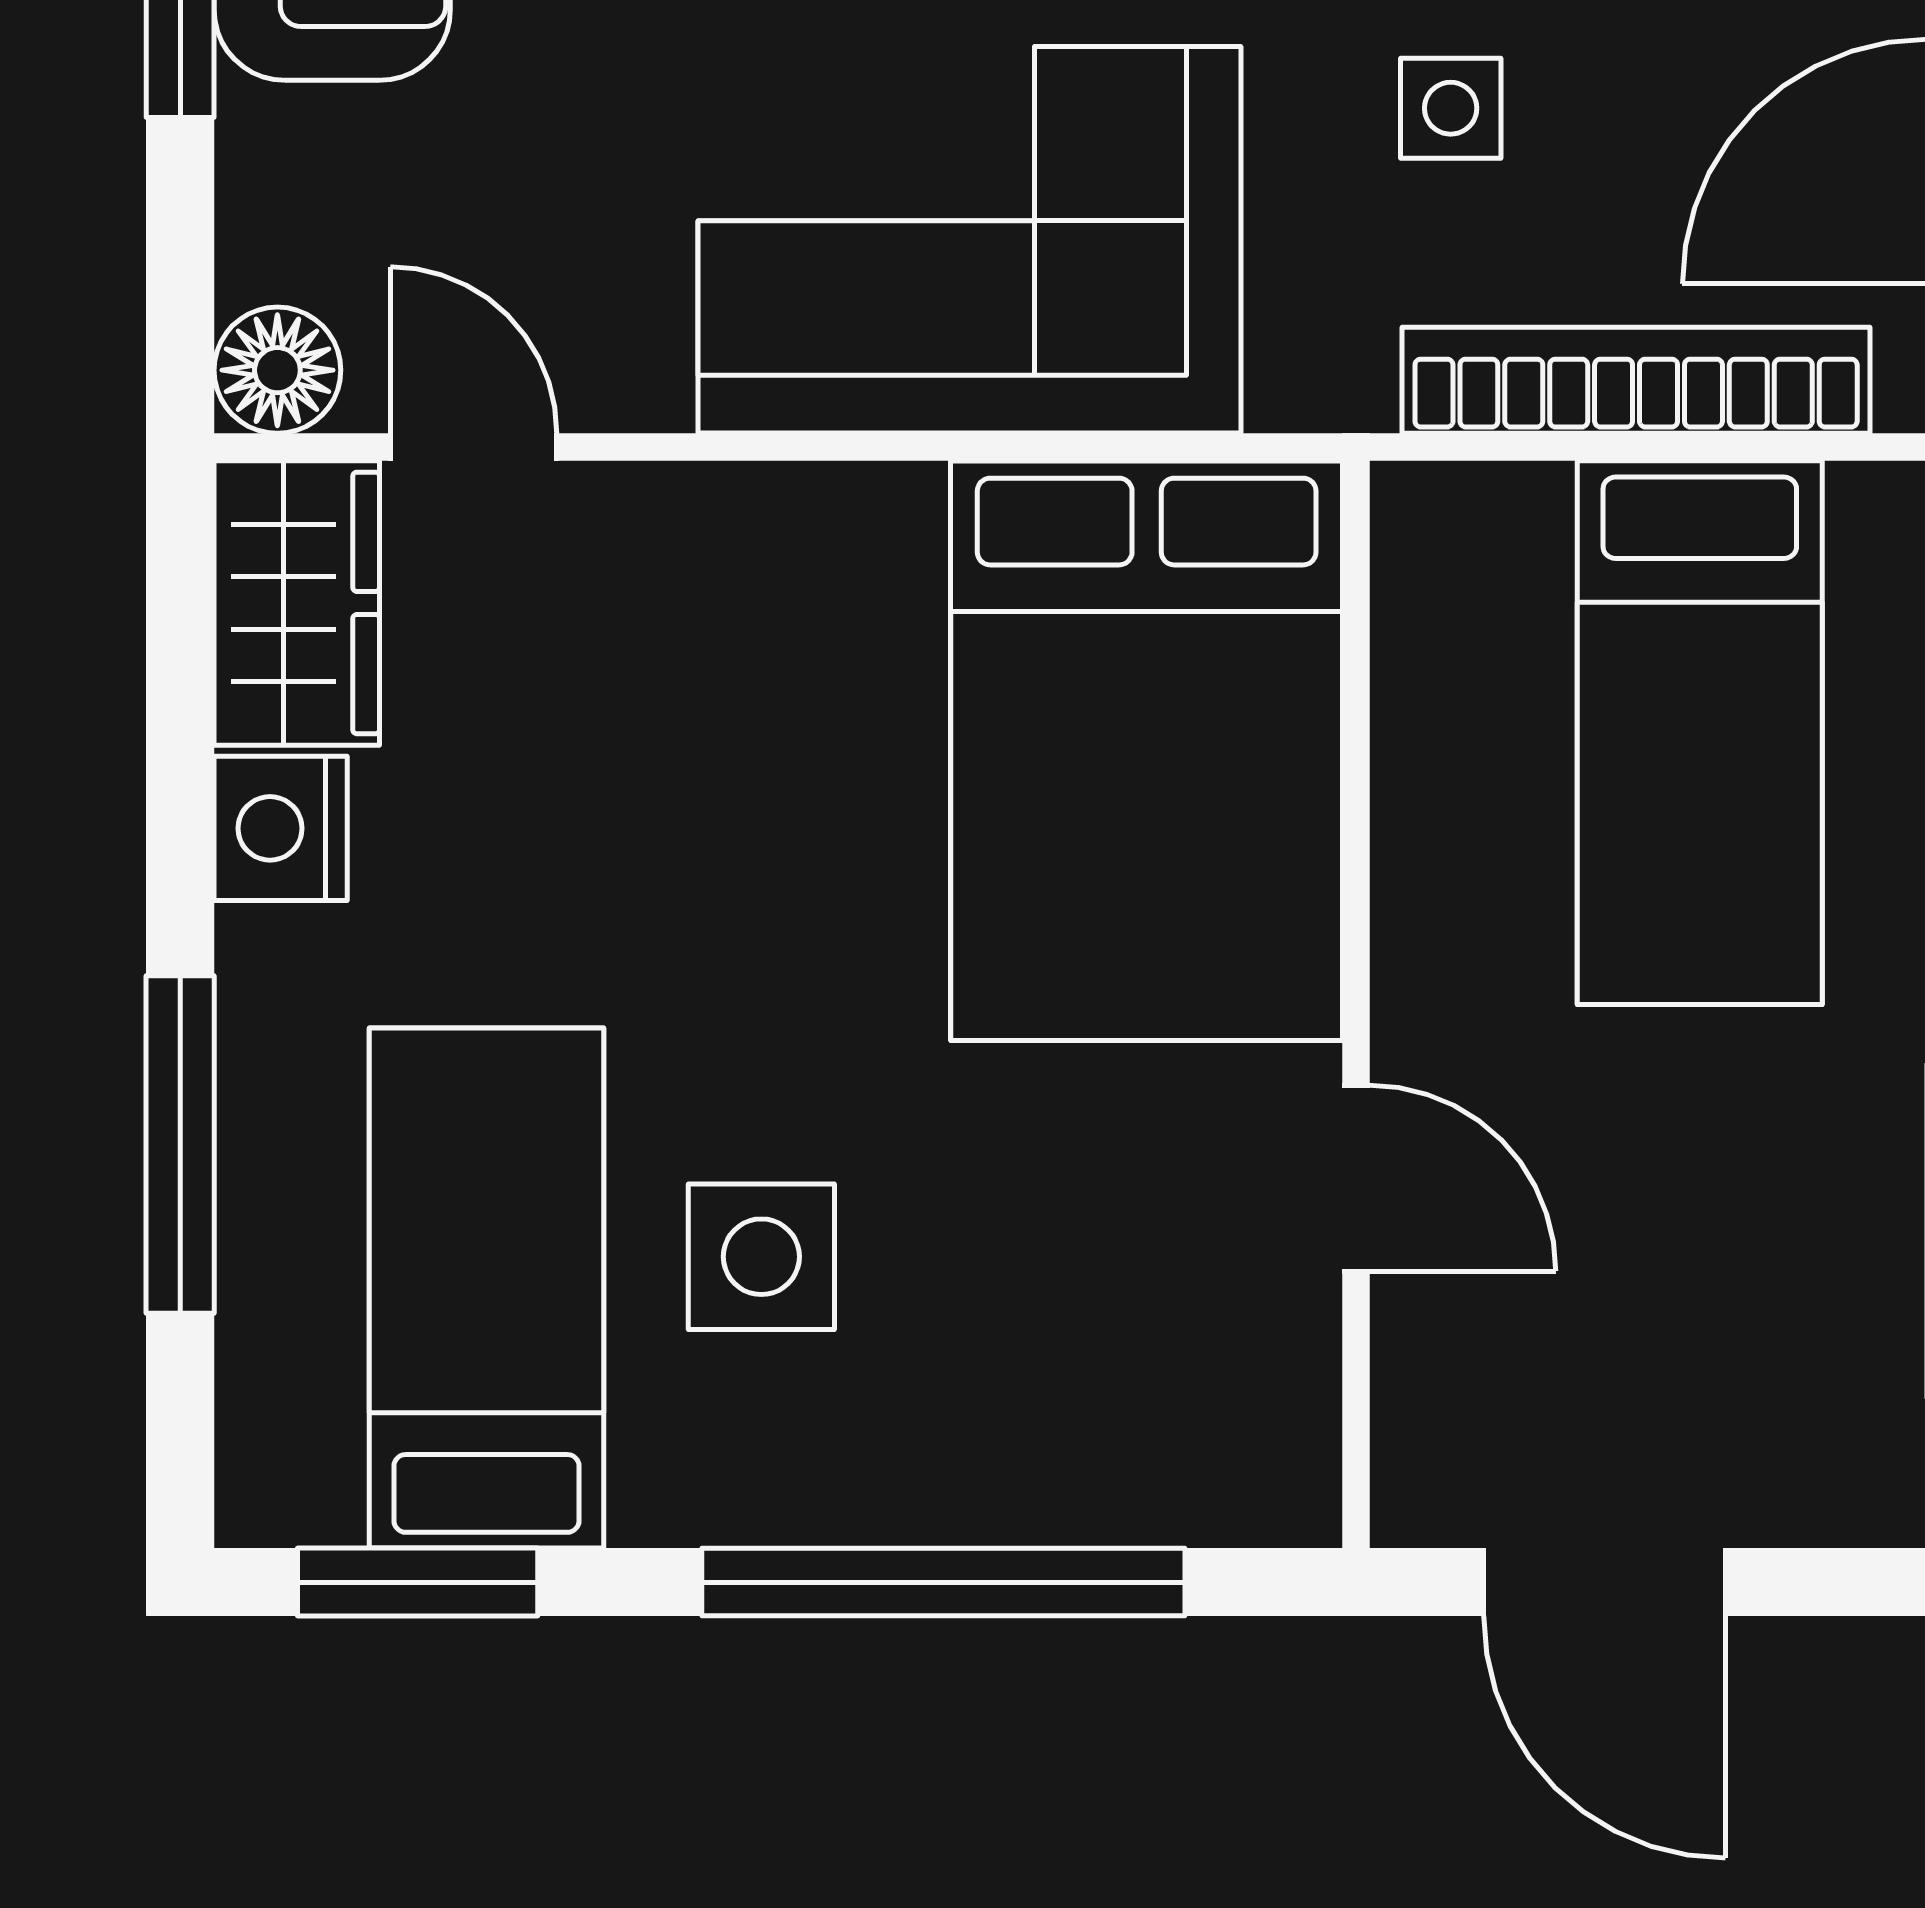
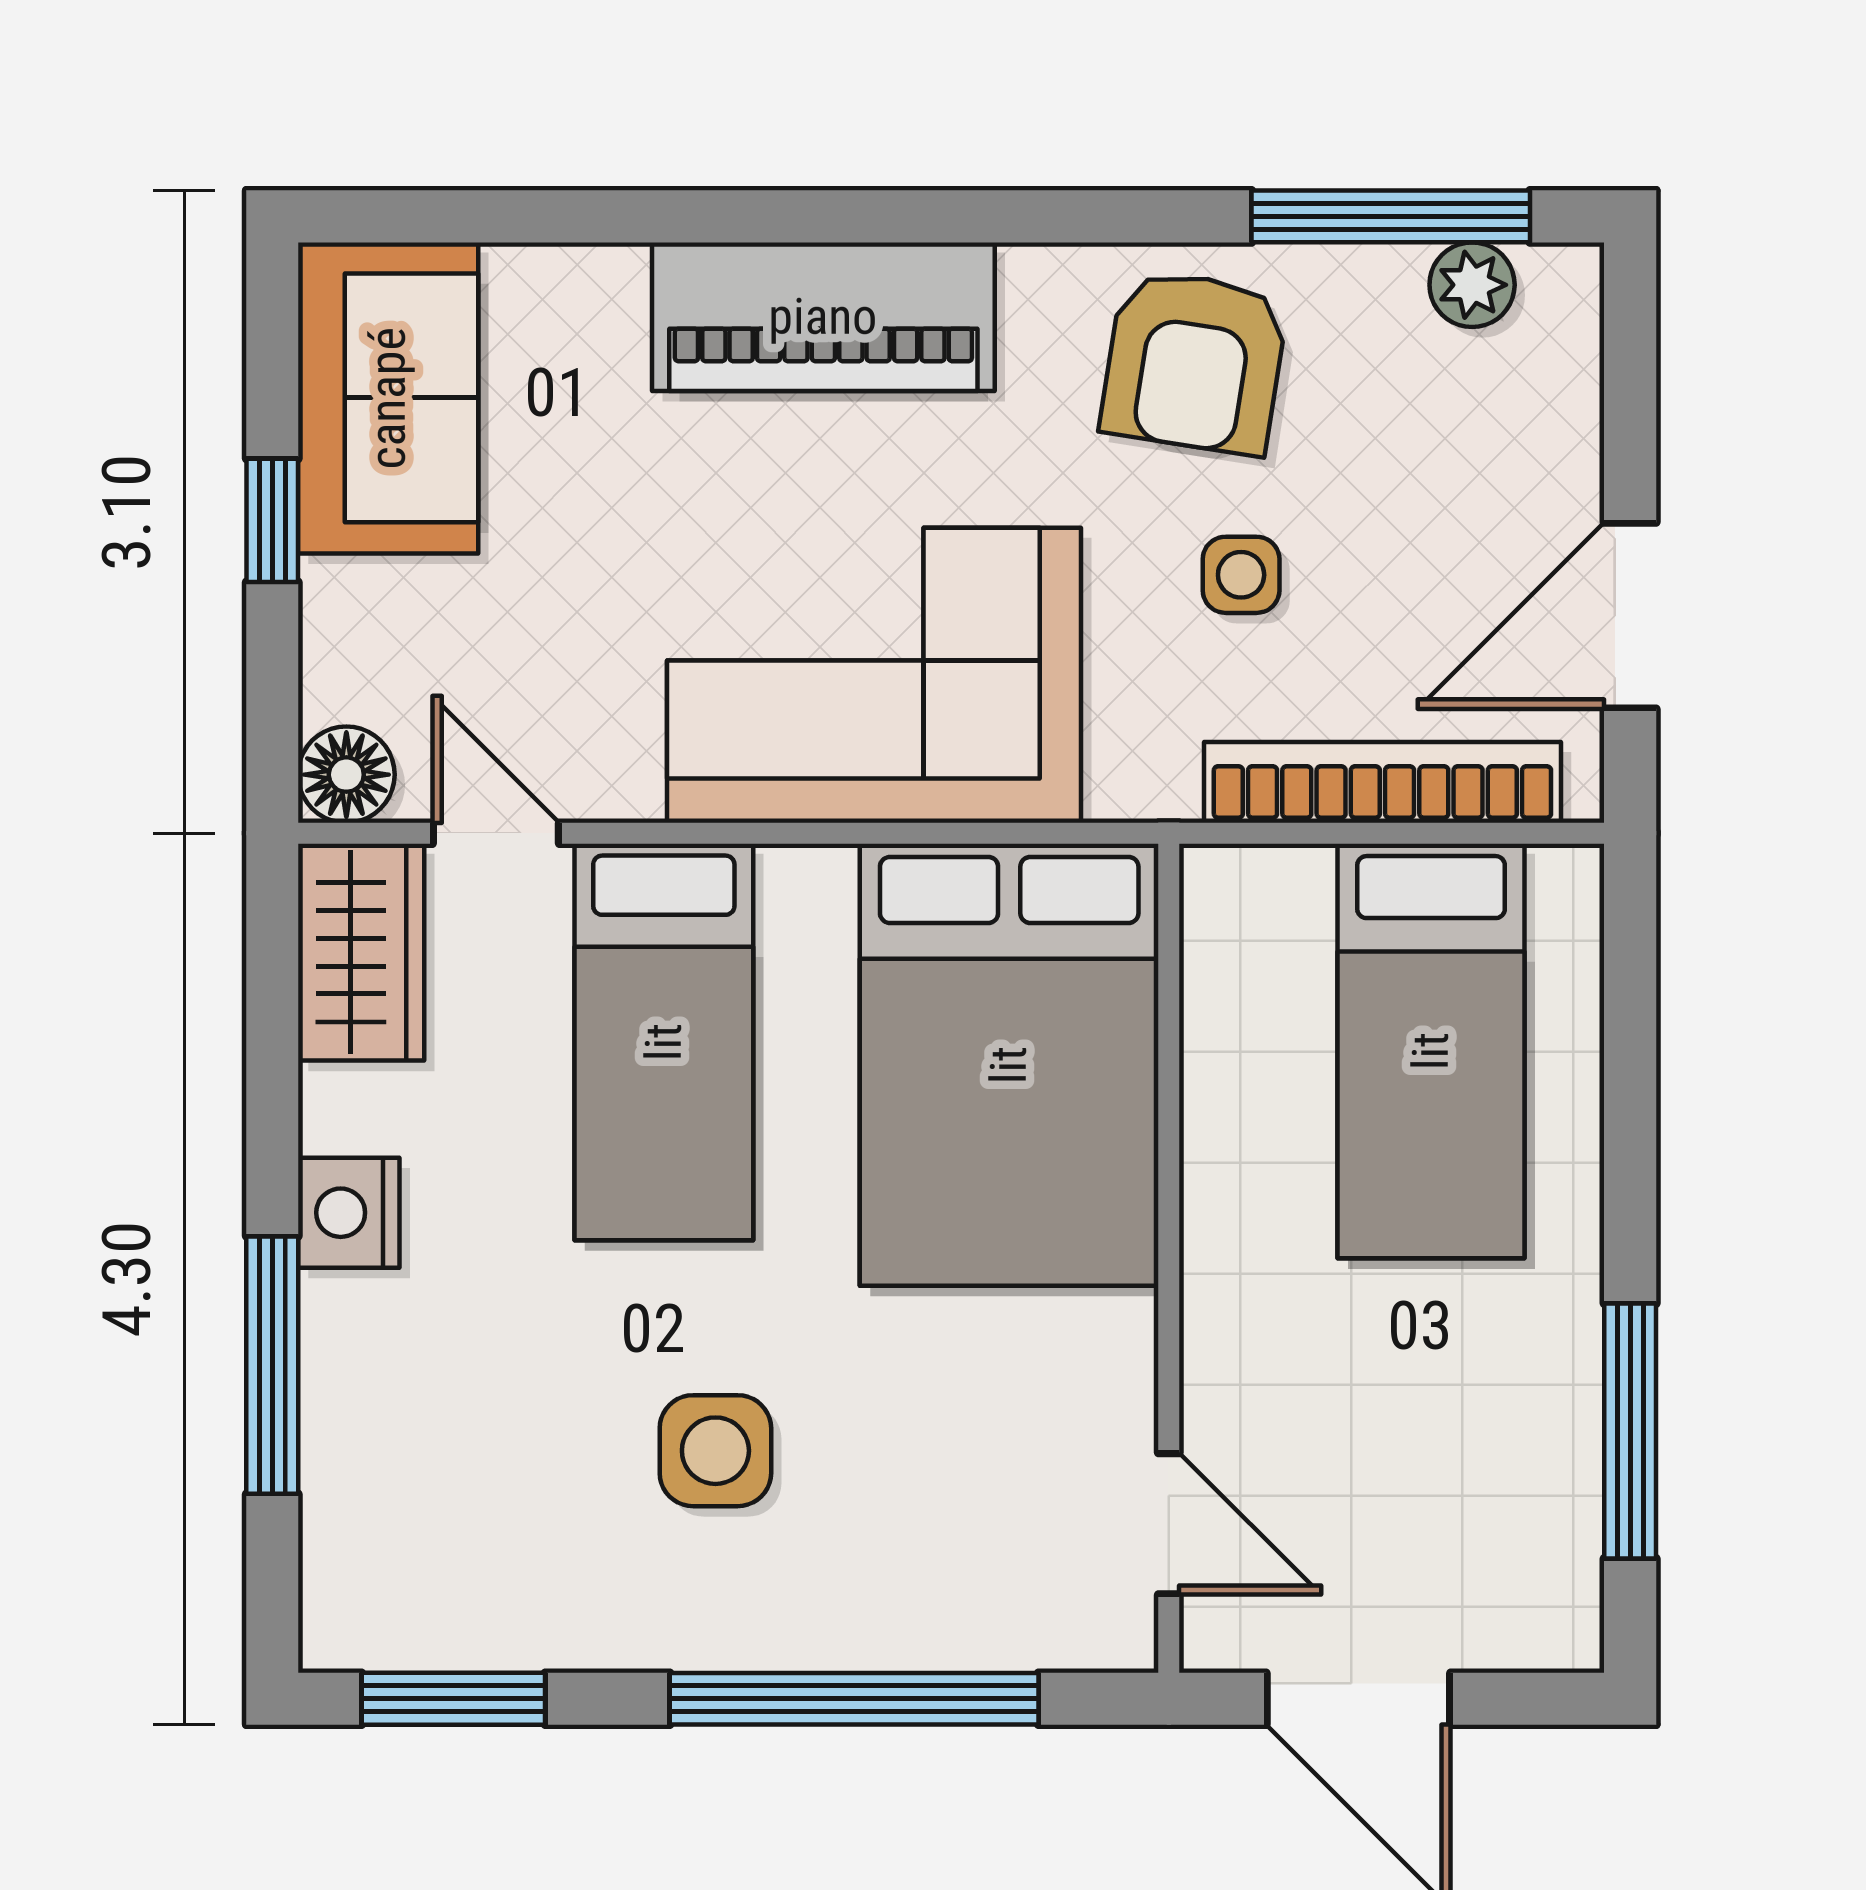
nightstand: (281, 828) -> (349, 1213), moved
door: (1356, 1178) -> (1169, 1524), moved
bed: (487, 1288) -> (664, 1042), moved, turned 180

